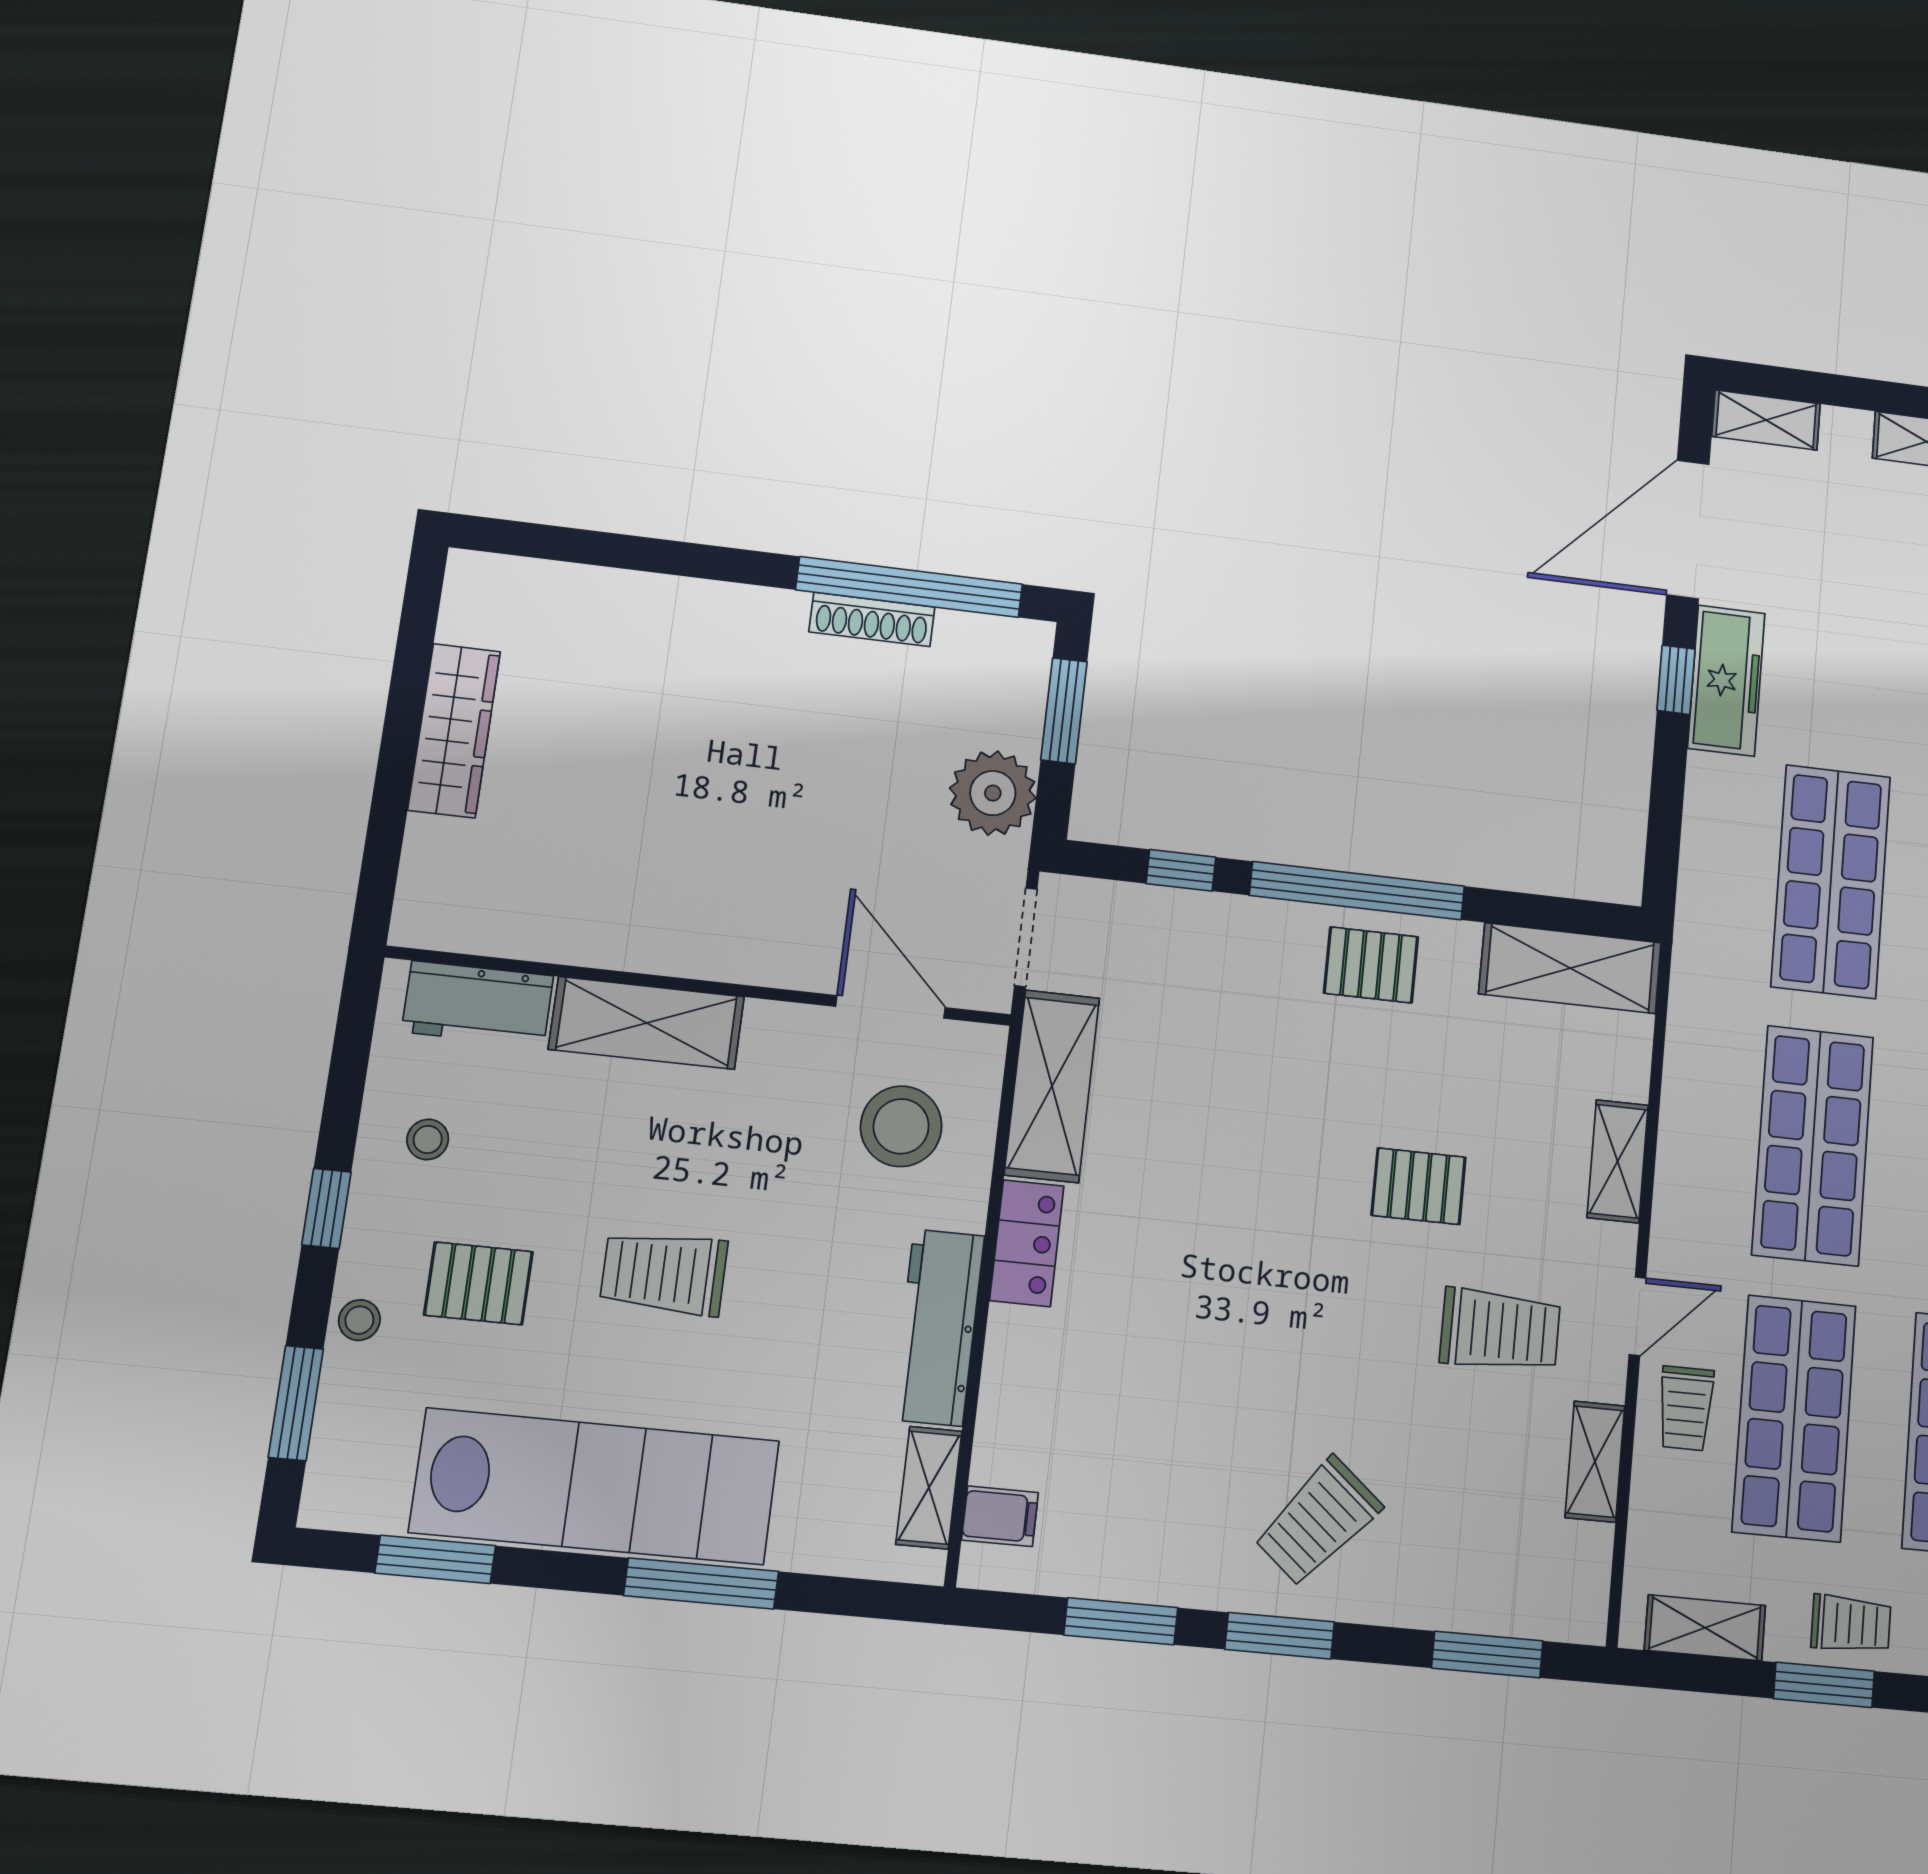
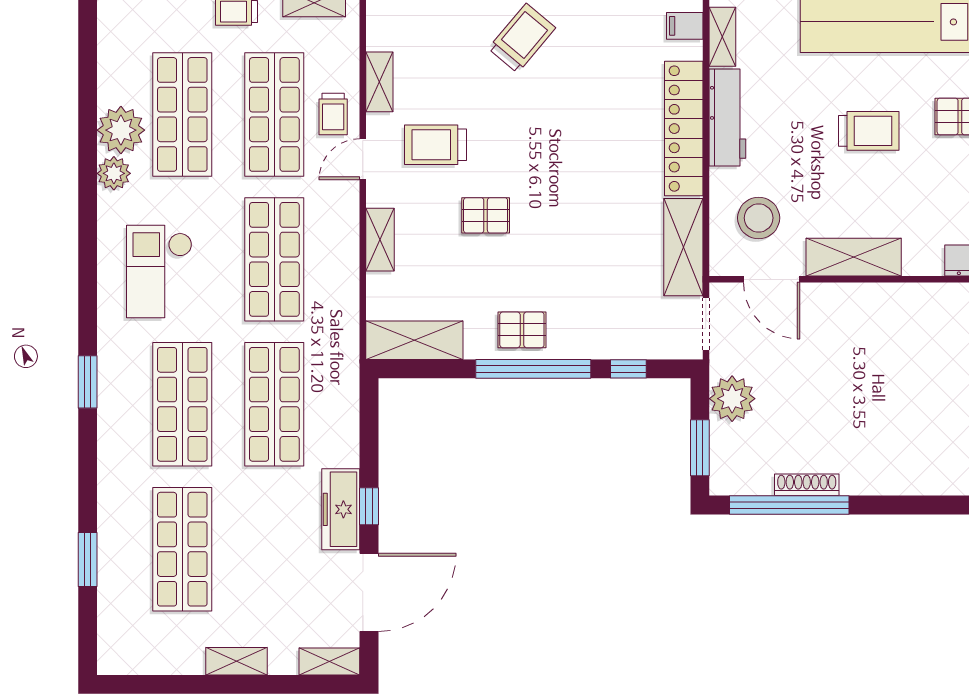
shelving: (647, 1023) -> (854, 257), moved
locker: (1027, 1243) -> (684, 129), width x2.16, depth x1.21
trolley: (1686, 1408) -> (333, 114), turned 180

